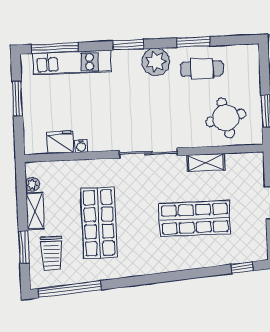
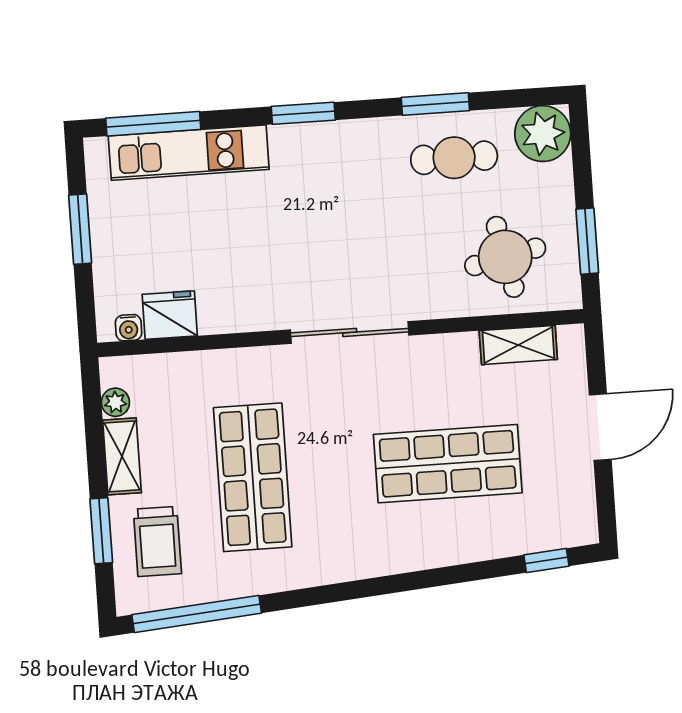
plant: (156, 62) -> (543, 134), moved
water cooler: (81, 146) -> (129, 328), moved
shelving: (206, 162) -> (518, 345), moved

